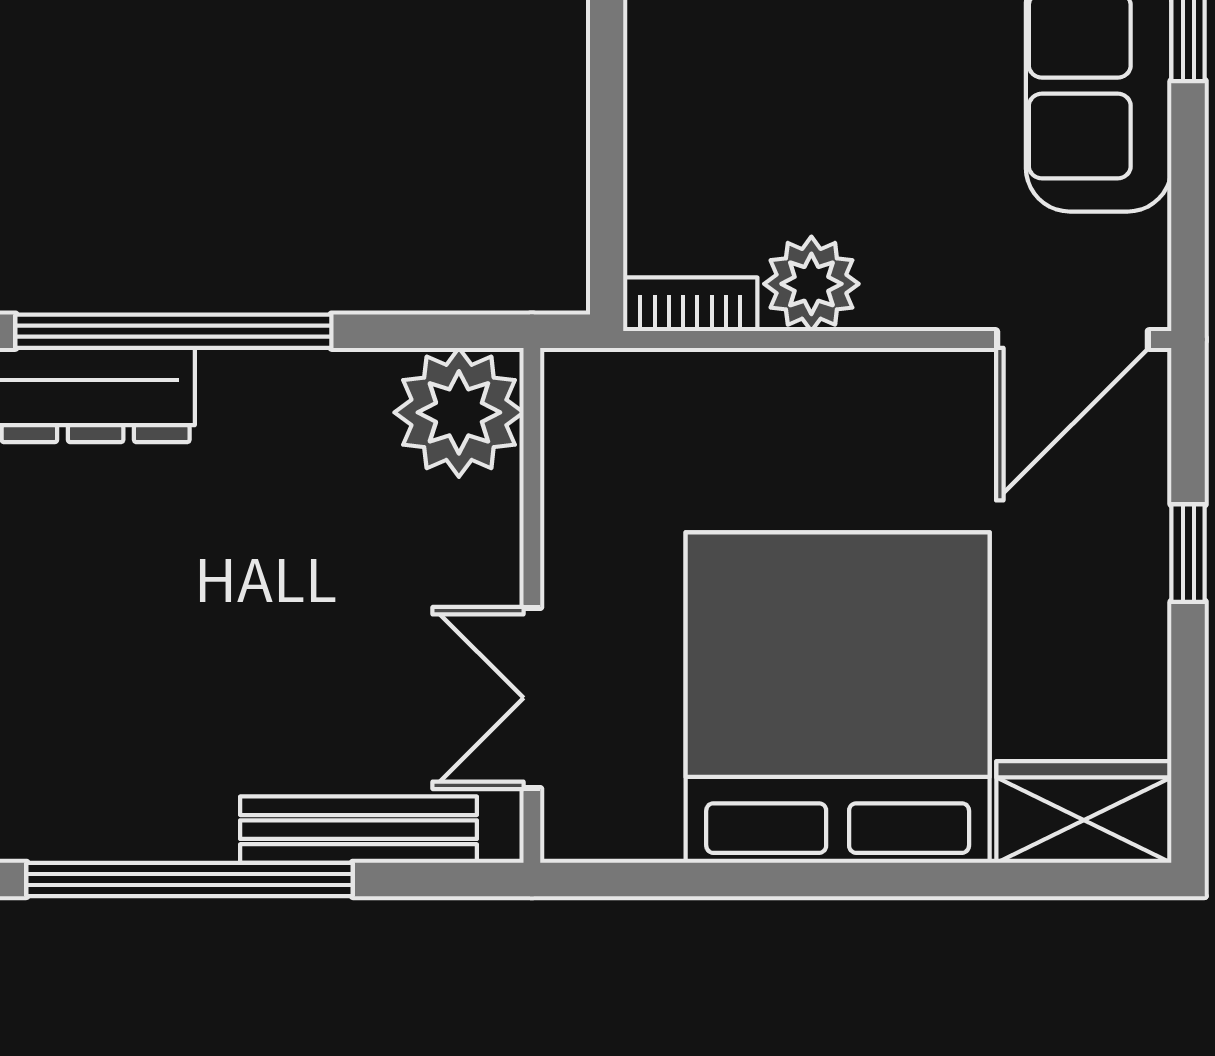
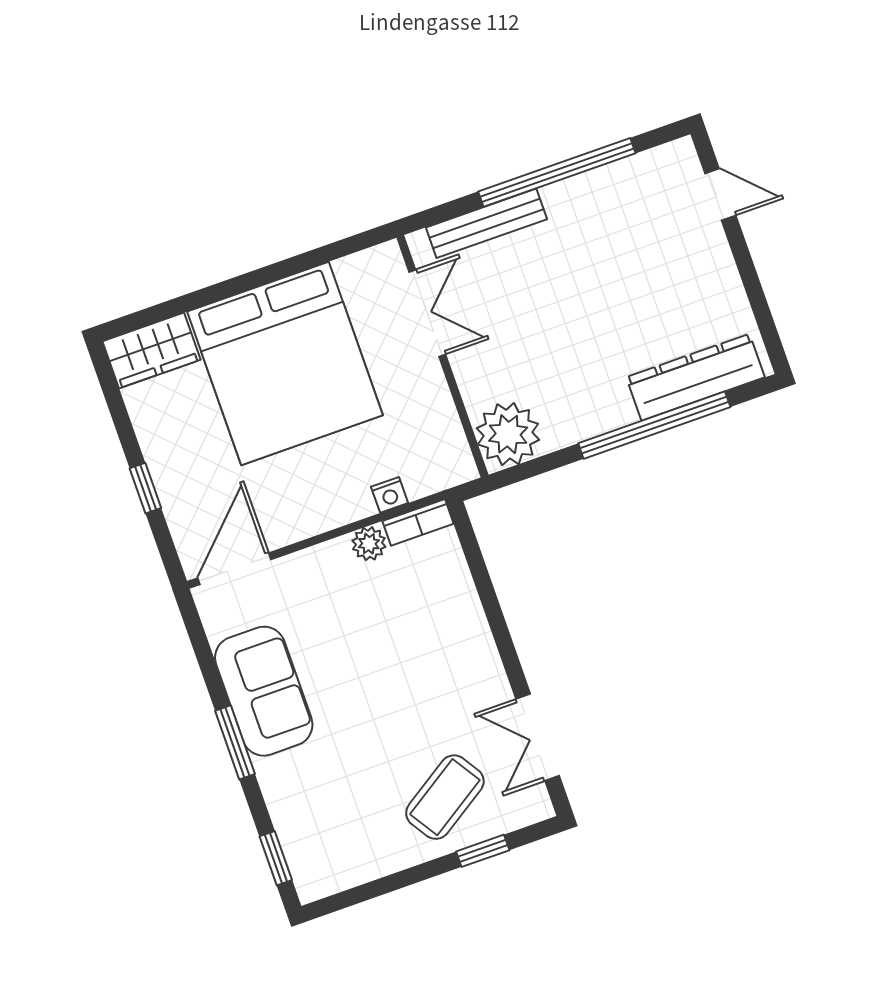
plant: (811, 284) -> (369, 544), width x0.73, depth x0.73
nightstand: (726, 376) -> (390, 495), added

